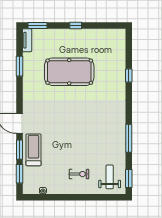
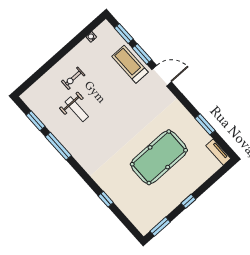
window: (37, 25) -> (160, 227), moved
treadmill: (33, 150) -> (130, 64), turned 180
weight bench: (110, 177) -> (77, 109), moved
window: (129, 178) -> (35, 121), moved

